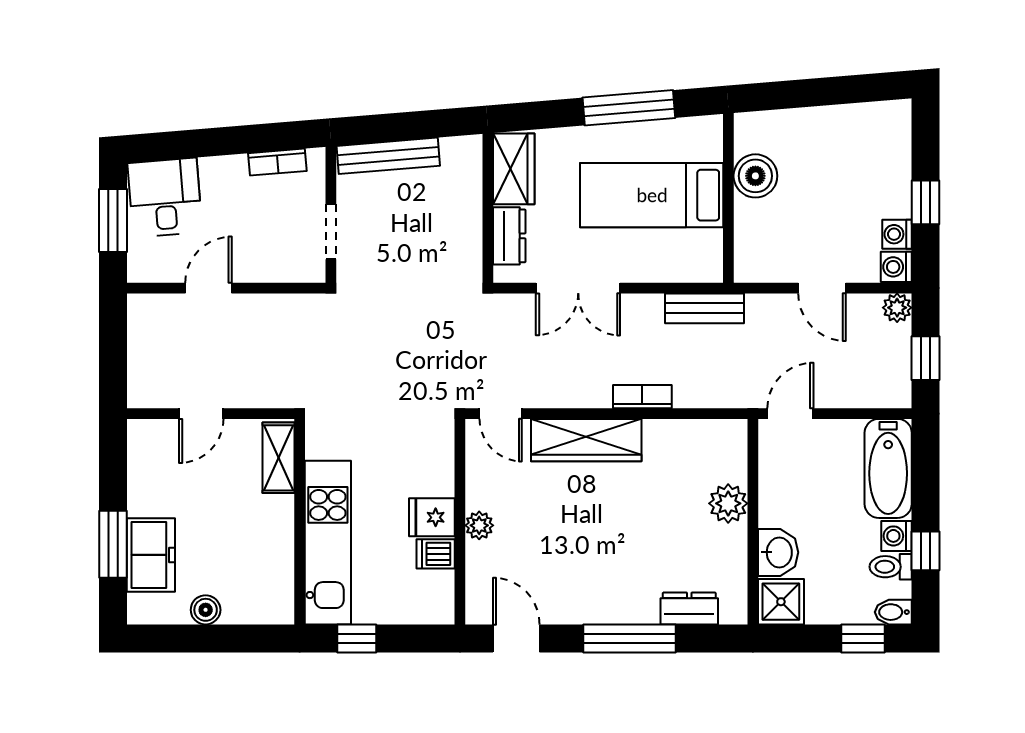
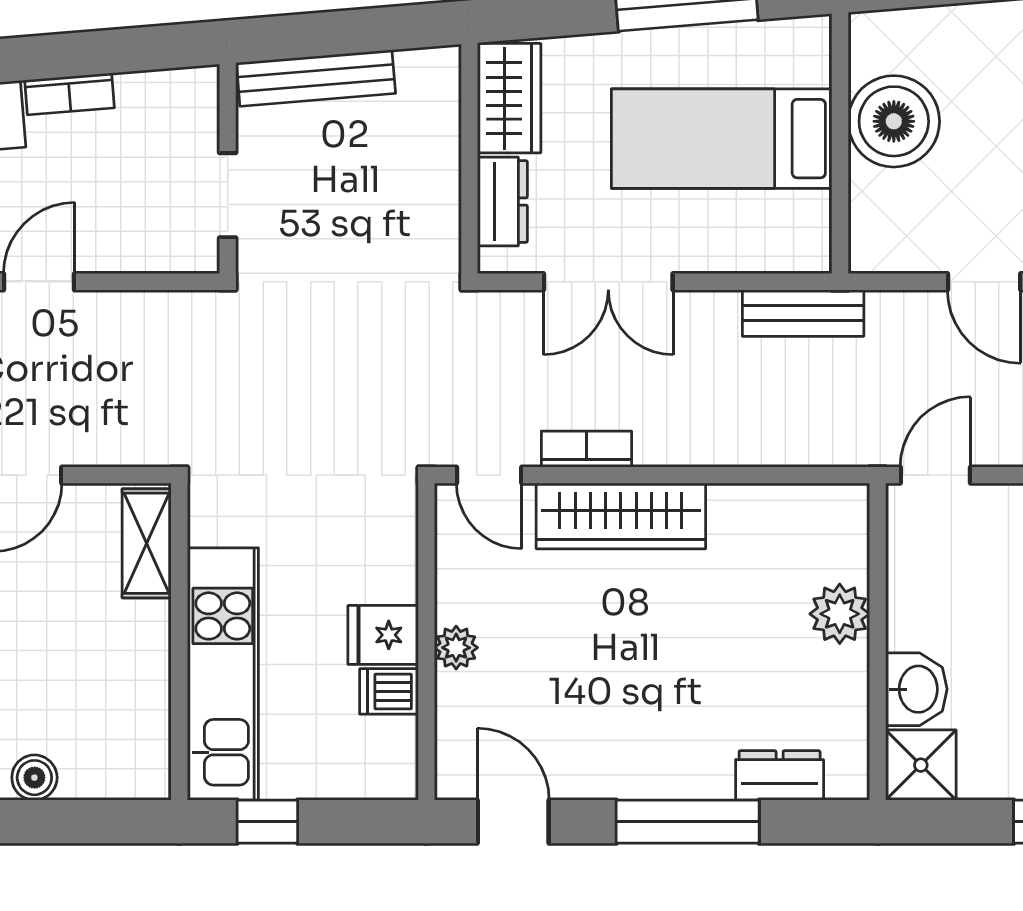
bookcase: (277, 162) -> (70, 94), moved
boiler: (755, 176) -> (894, 121), width x1.37, depth x1.37
bookcase: (642, 397) -> (586, 449), moved

